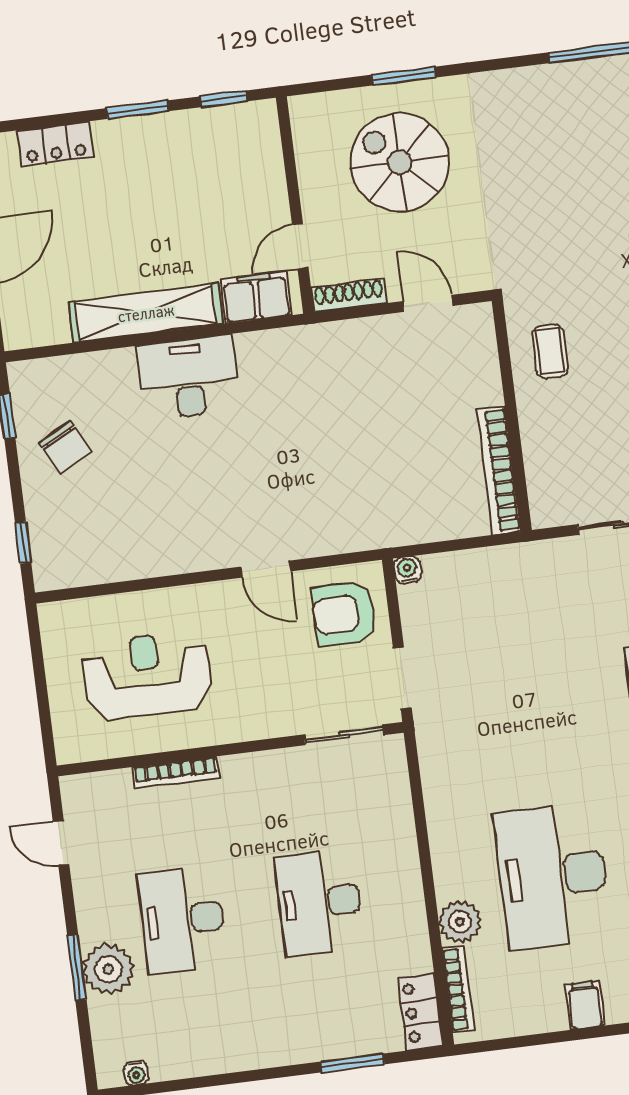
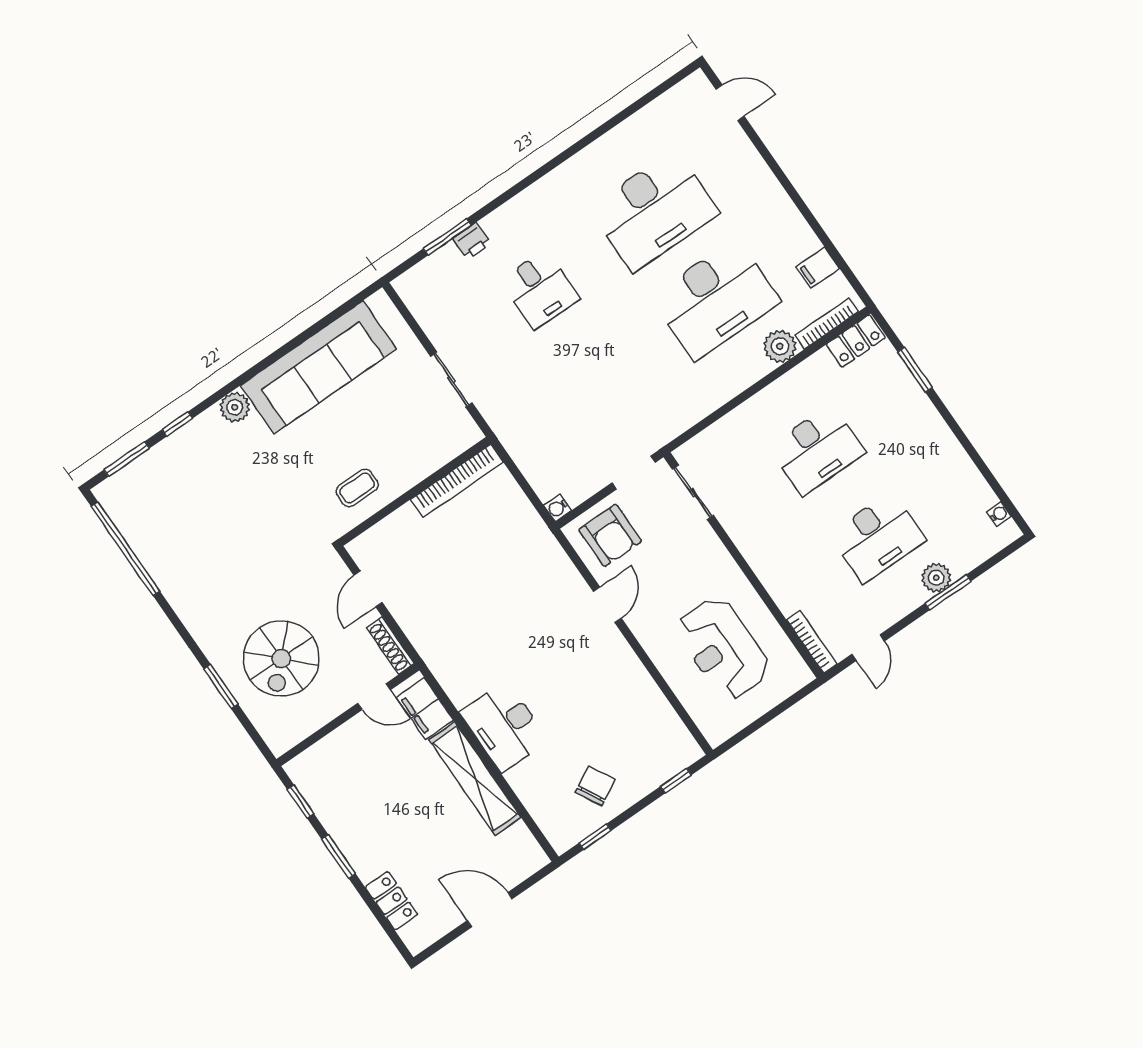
bookcase: (176, 772) -> (812, 642), moved
plant: (108, 969) -> (936, 578), width x0.73, depth x0.73
filing cabinet: (585, 1005) -> (818, 268), moved

